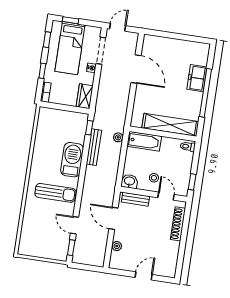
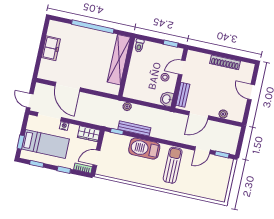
door: (136, 69) -> (68, 87), swing flipped
freezer: (197, 78) -> (51, 48), moved, turned -90
door: (58, 107) -> (96, 158), added
bathtub: (144, 141) -> (132, 84), removed
shoe rack: (178, 224) -> (225, 62), moved

